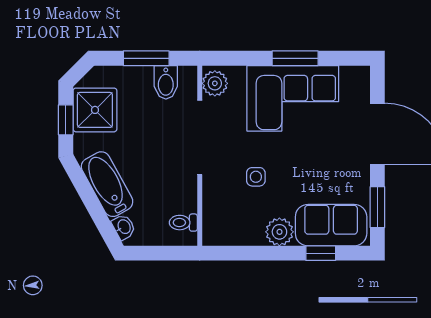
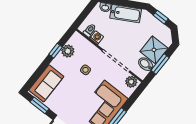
shower: (95, 110) -> (154, 50), moved
washing machine: (186, 201) -> (97, 38), added
plant: (279, 232) -> (68, 51), moved
window: (321, 253) -> (56, 51), moved

